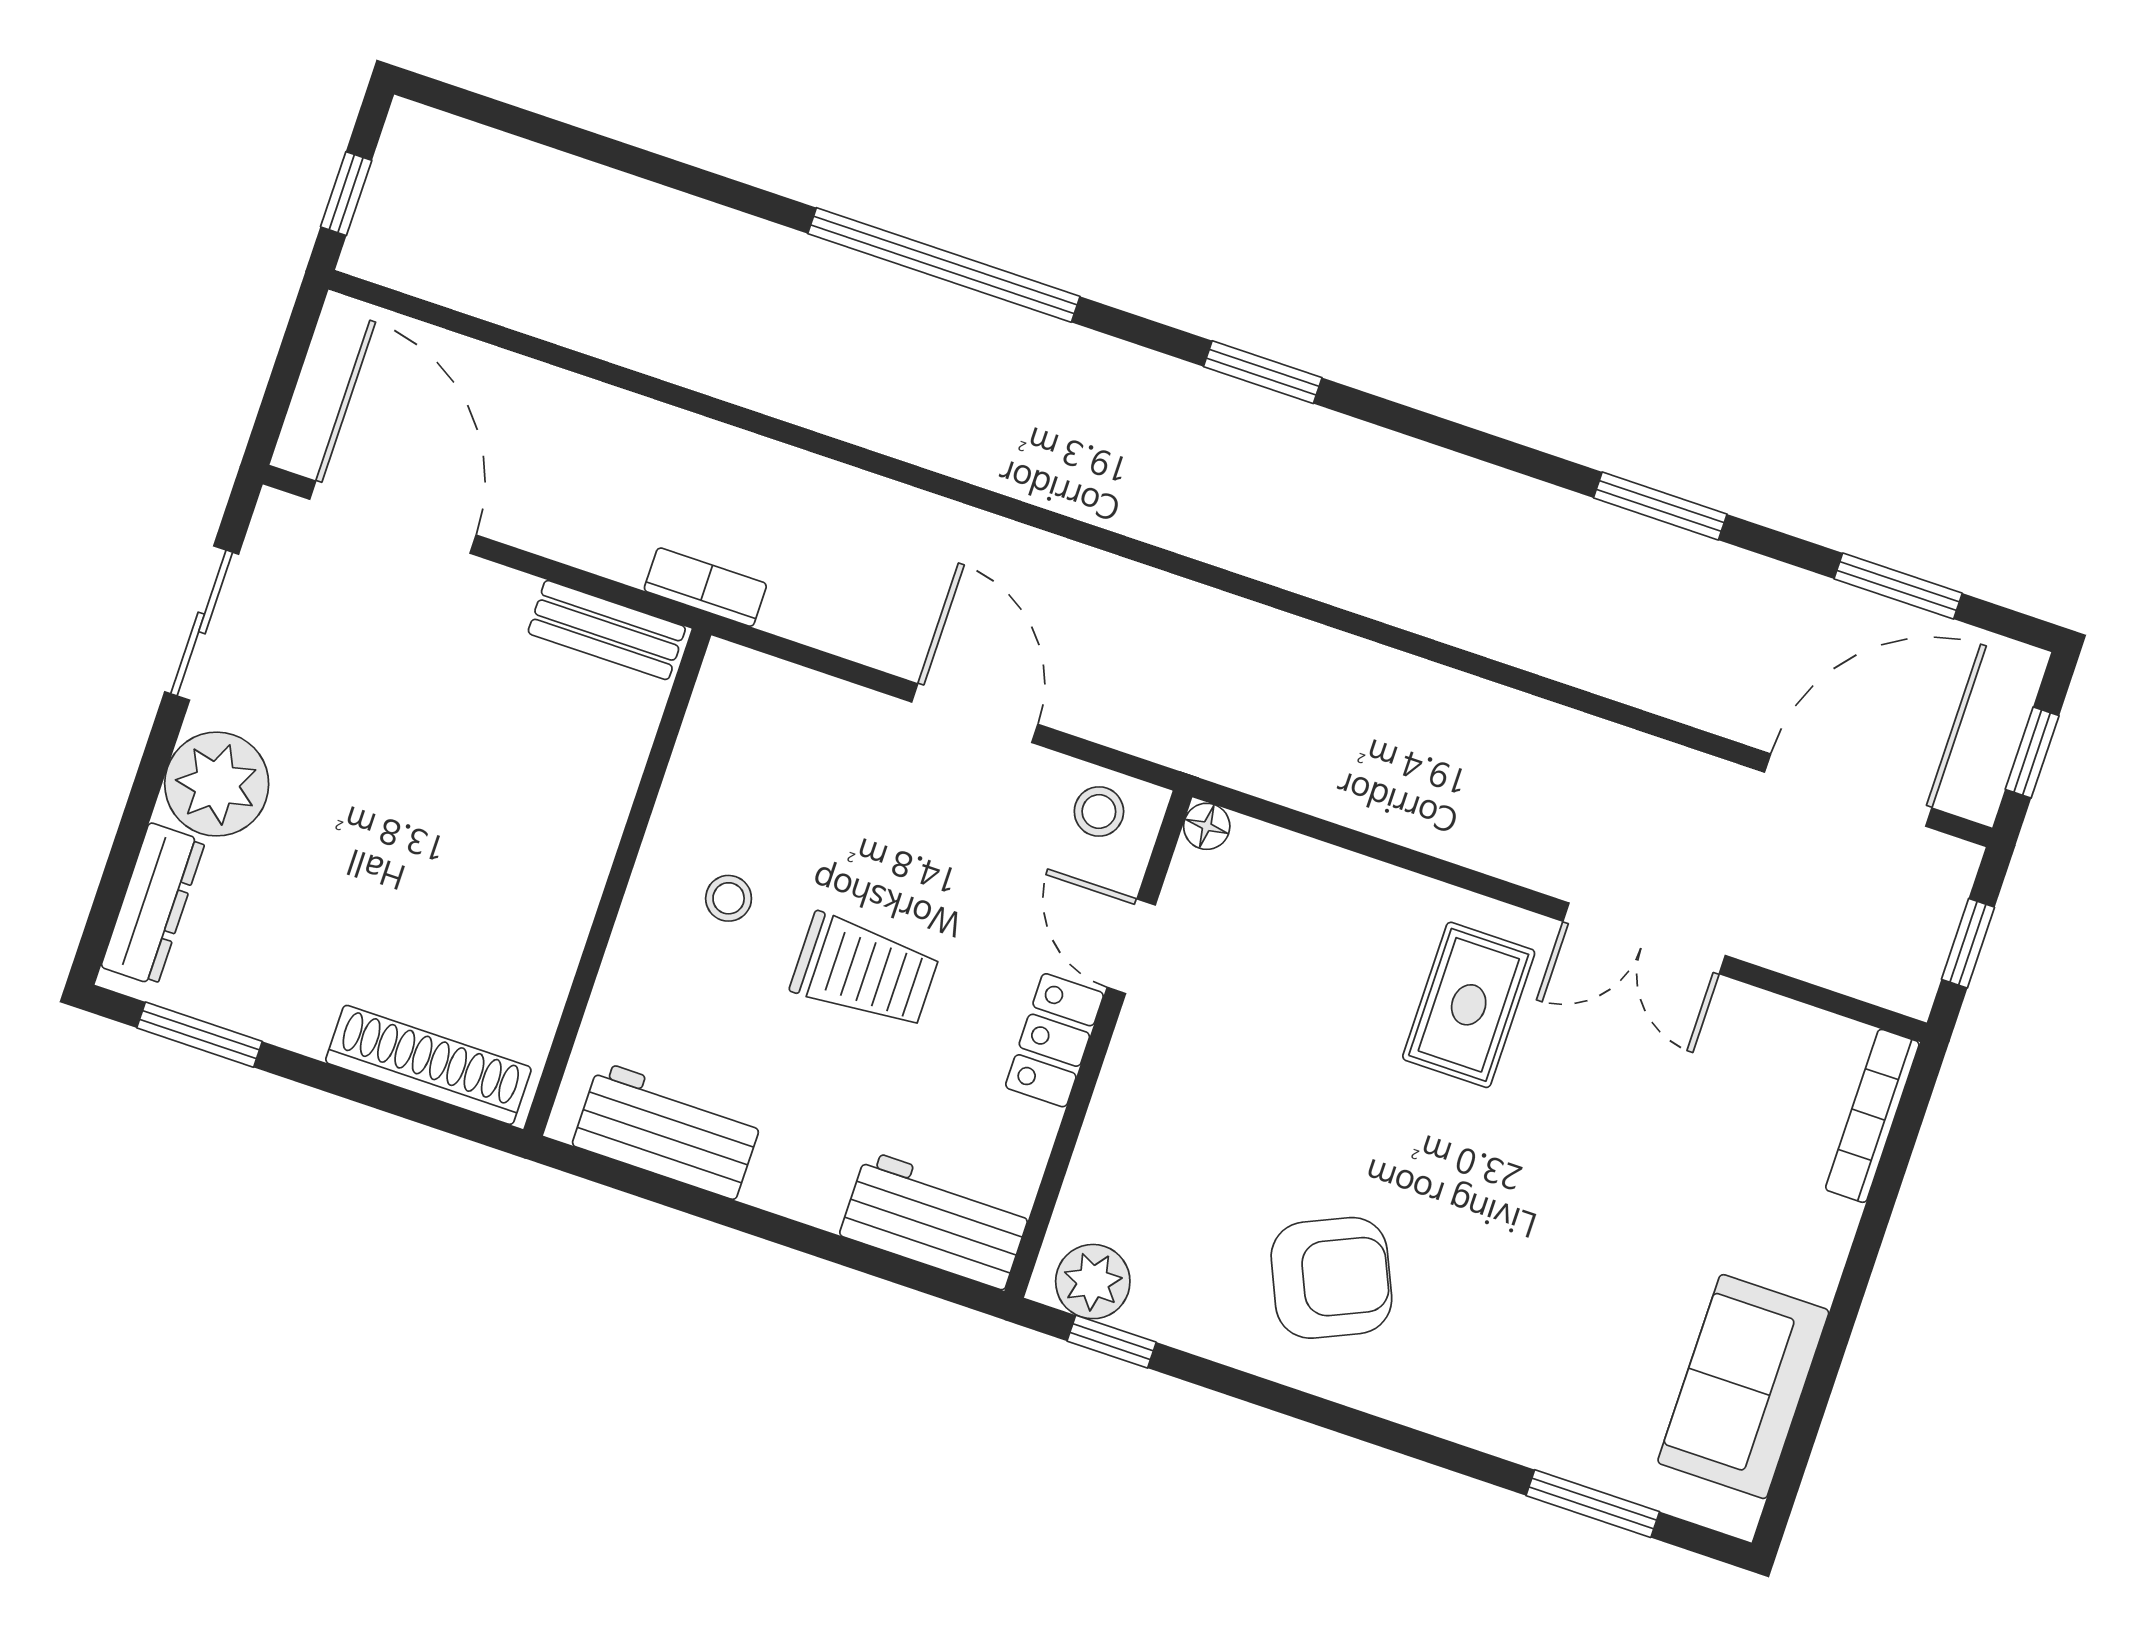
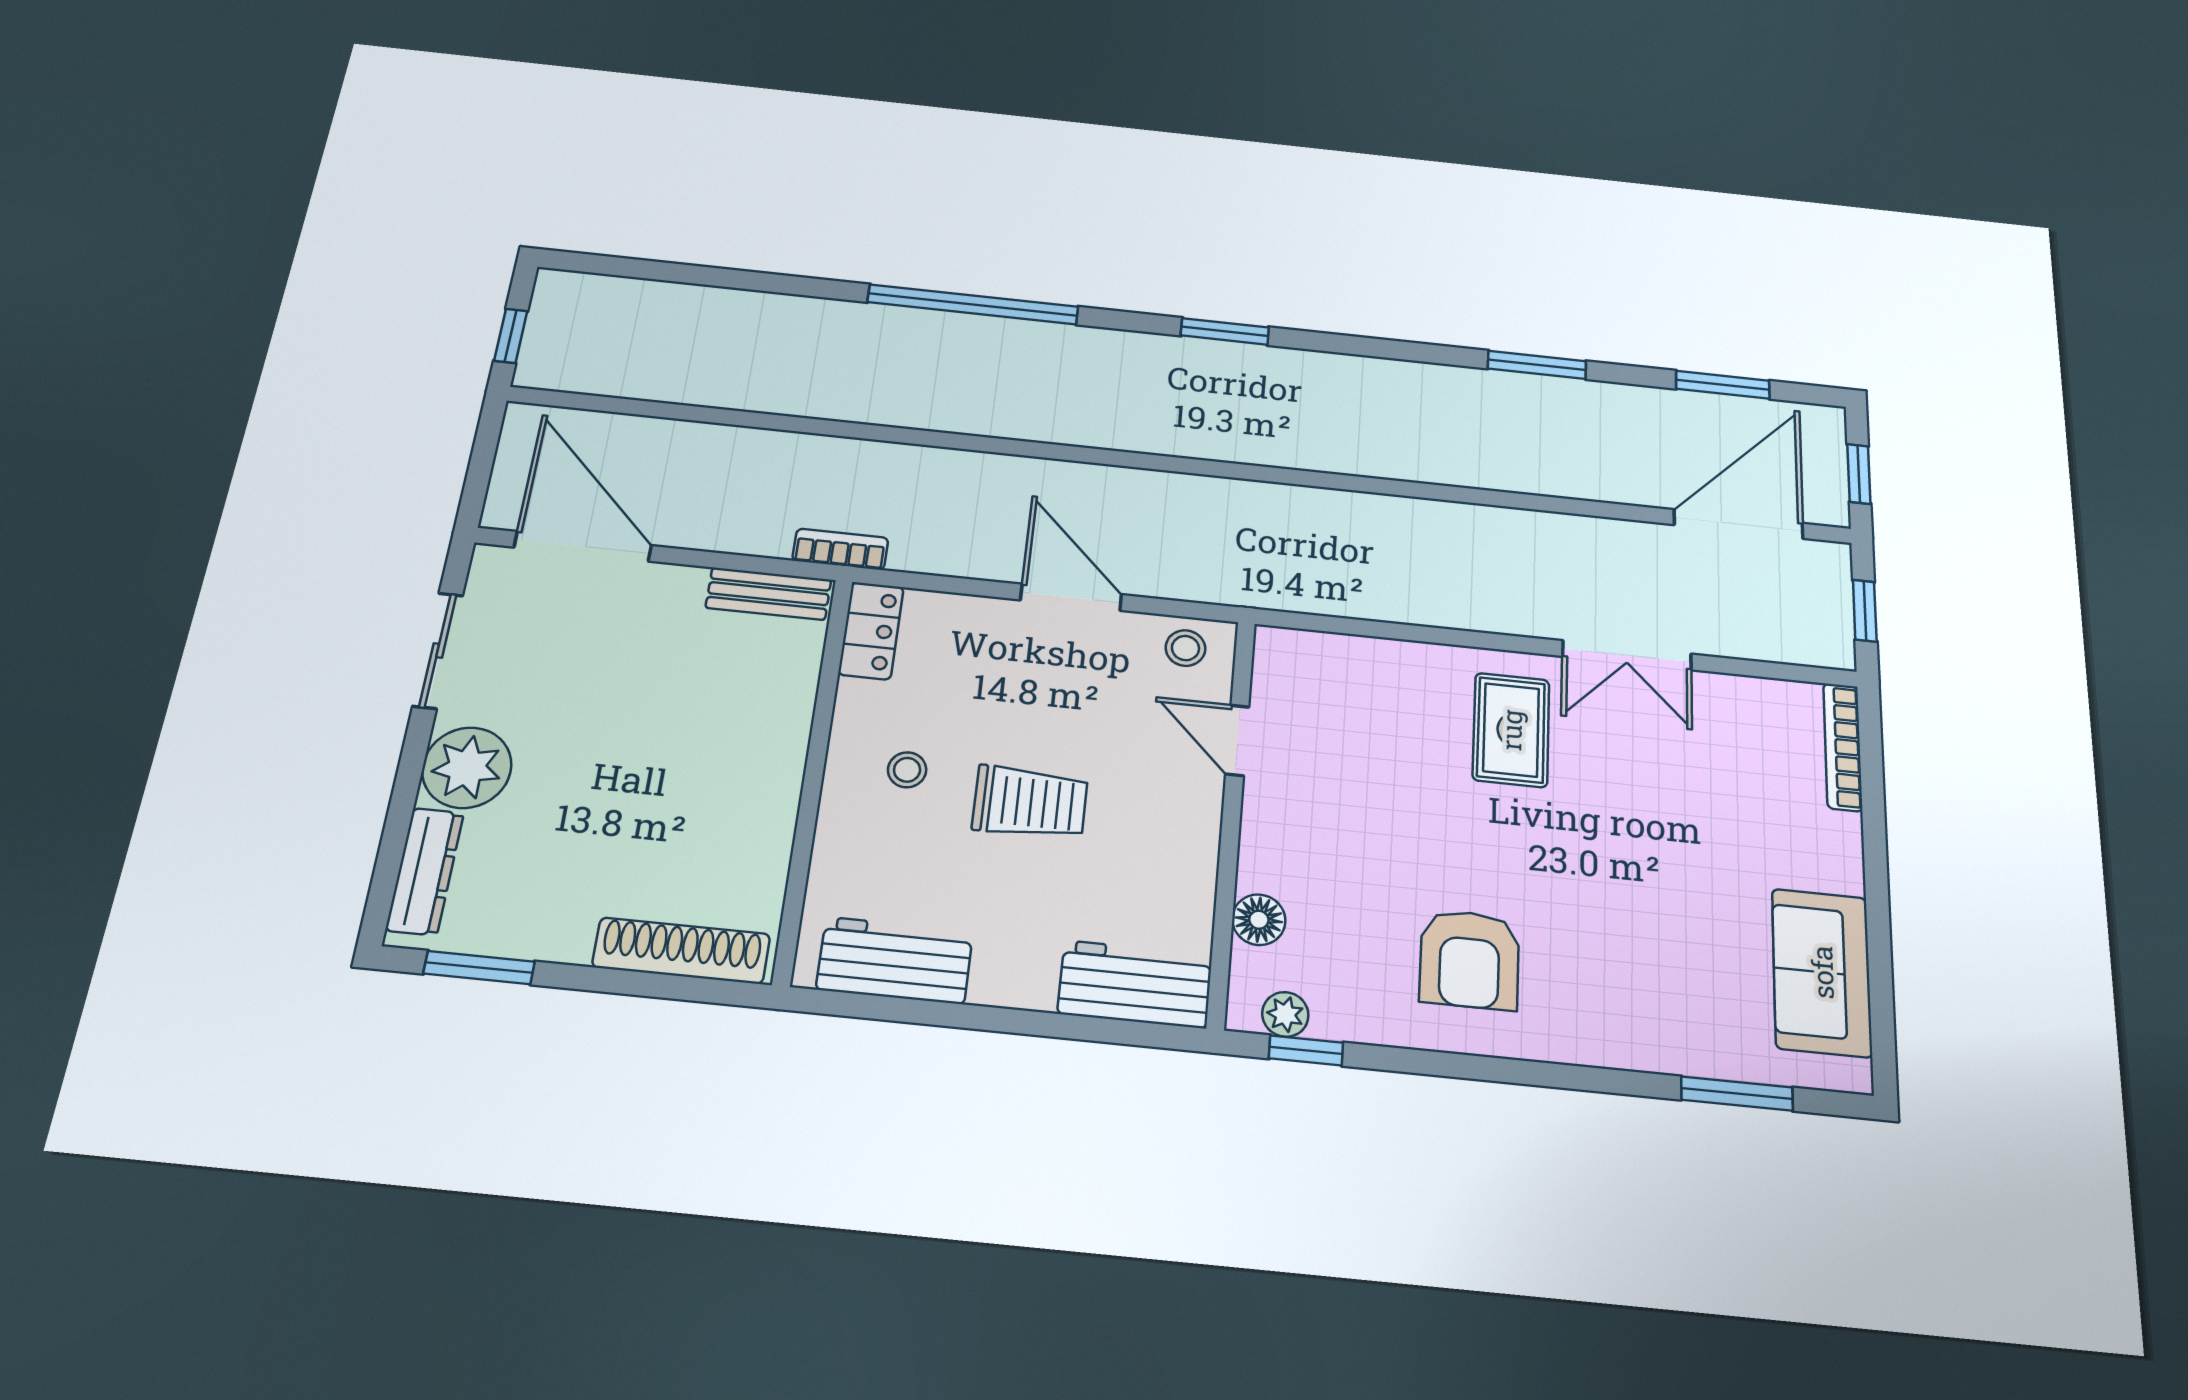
floor lamp: (1207, 826) -> (1259, 920), moved, width x1.37, depth x1.37
locker: (1054, 1040) -> (871, 631), moved, turned 180
armchair: (1331, 1278) -> (1469, 959), turned 114
plant: (1093, 1282) -> (1285, 1014), width x0.73, depth x0.73

